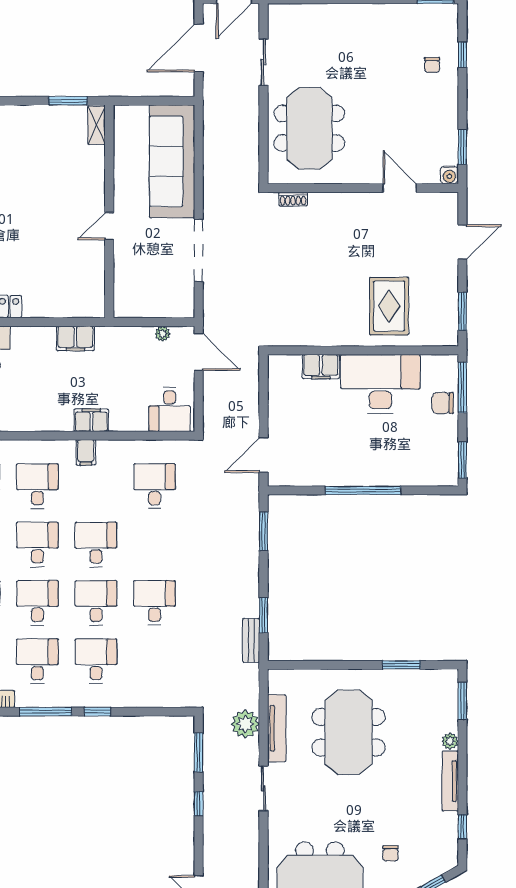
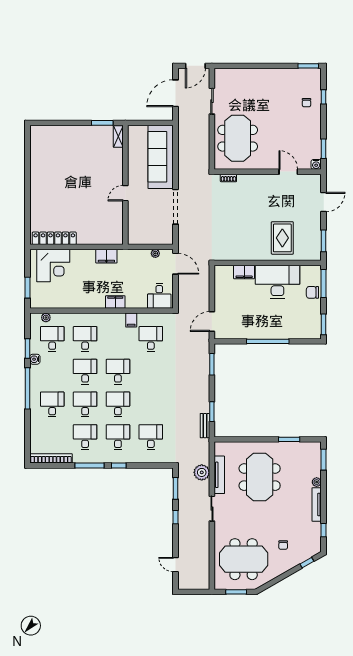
filing cabinet: (86, 452) -> (131, 320), moved
desk: (155, 603) -> (151, 437), moved

